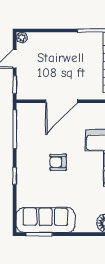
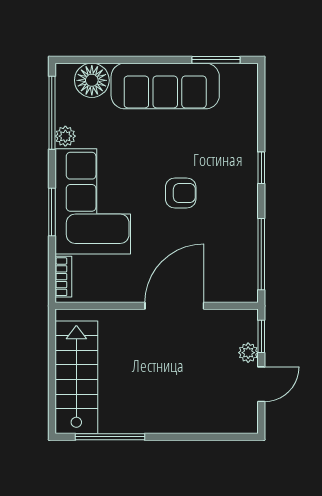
plant: (22, 38) -> (248, 353), moved
sofa: (46, 220) -> (165, 86), moved

